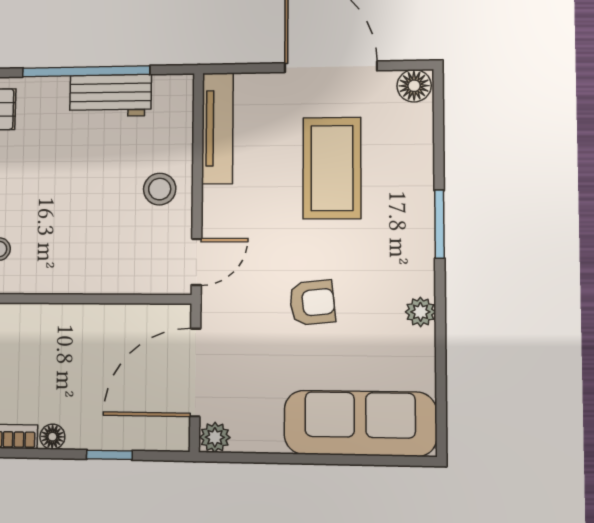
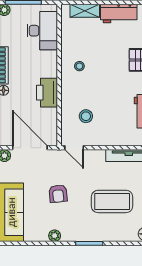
stool: (160, 189) -> (86, 116), moved
printer: (61, 329) -> (47, 93), added

